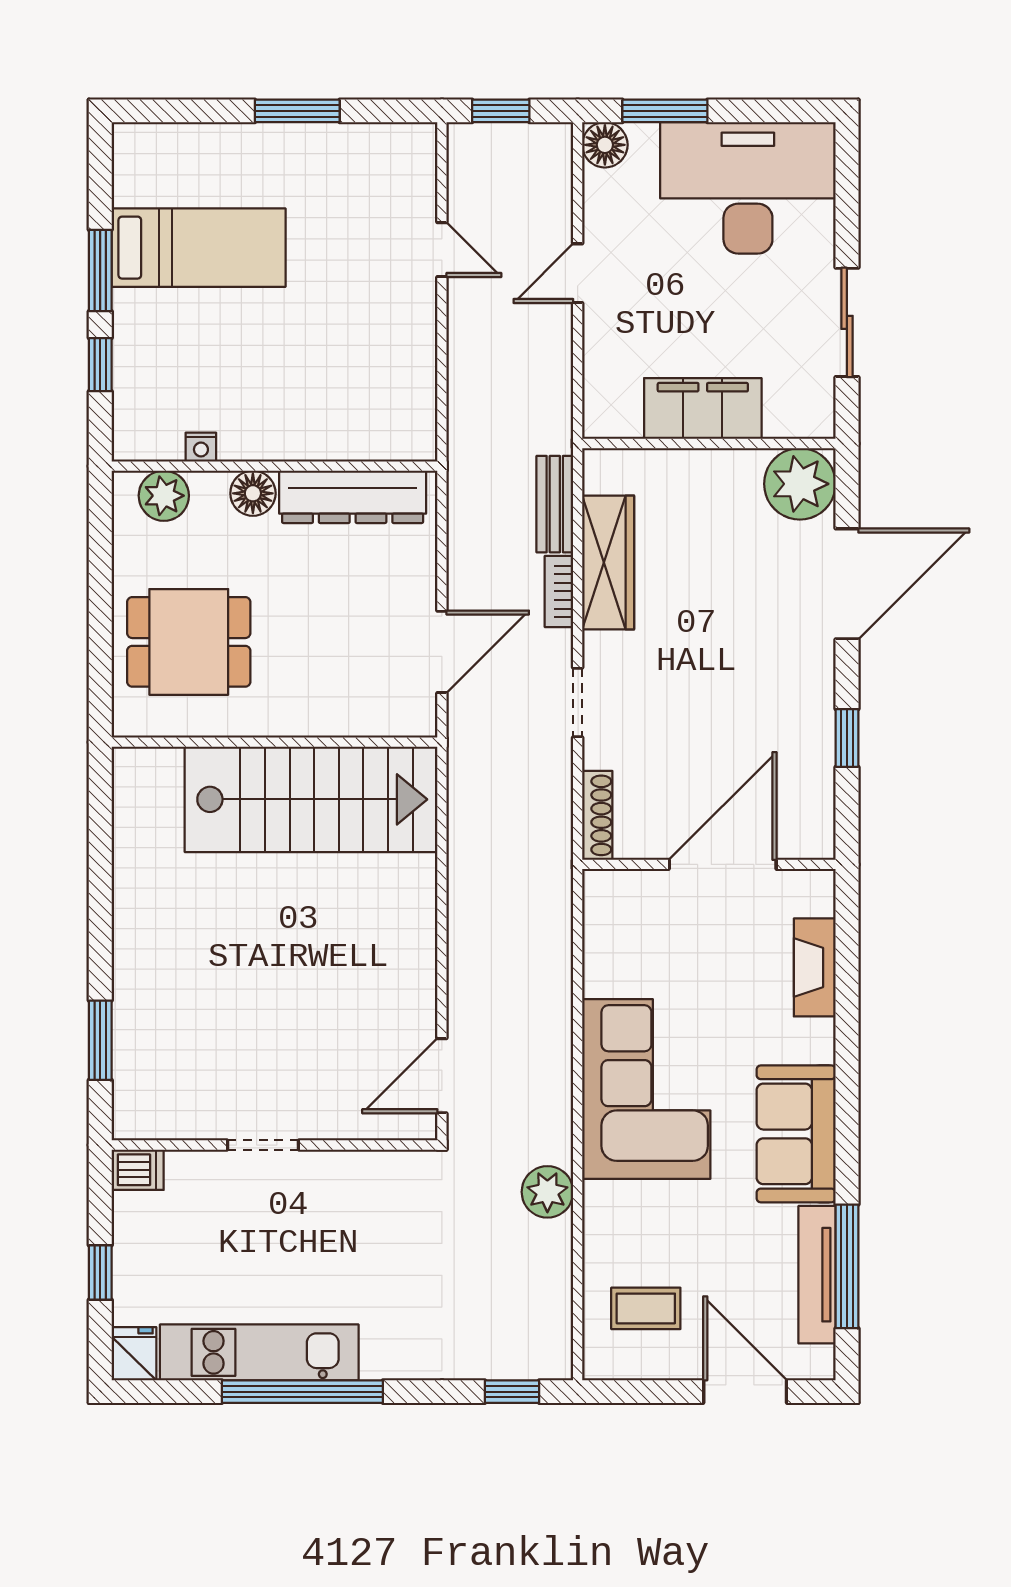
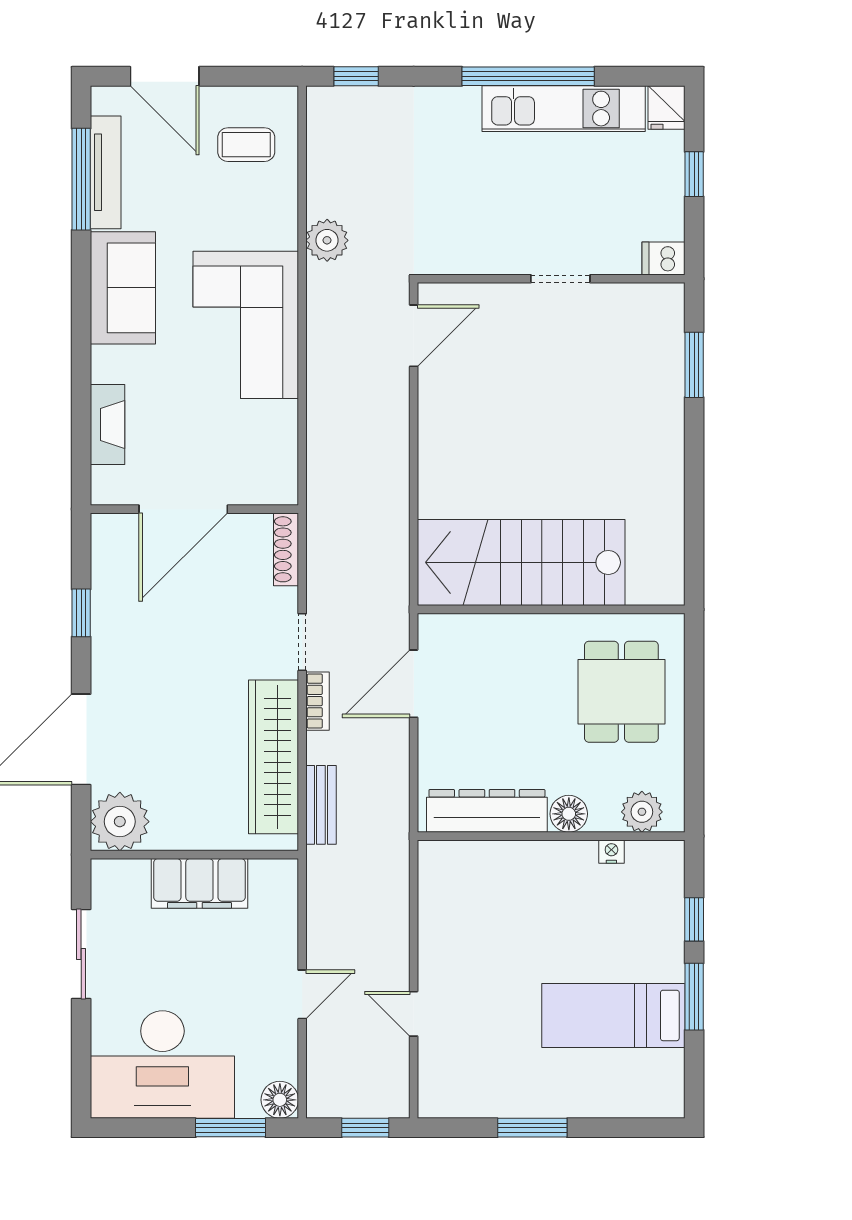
wardrobe: (608, 562) -> (274, 757), width x1.40, depth x1.17
bookcase: (559, 591) -> (318, 701), moved
dining table: (189, 642) -> (621, 692), turned 90

